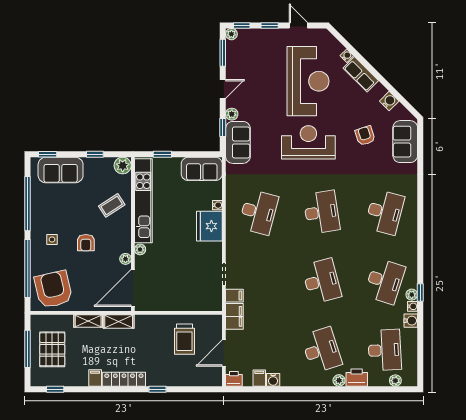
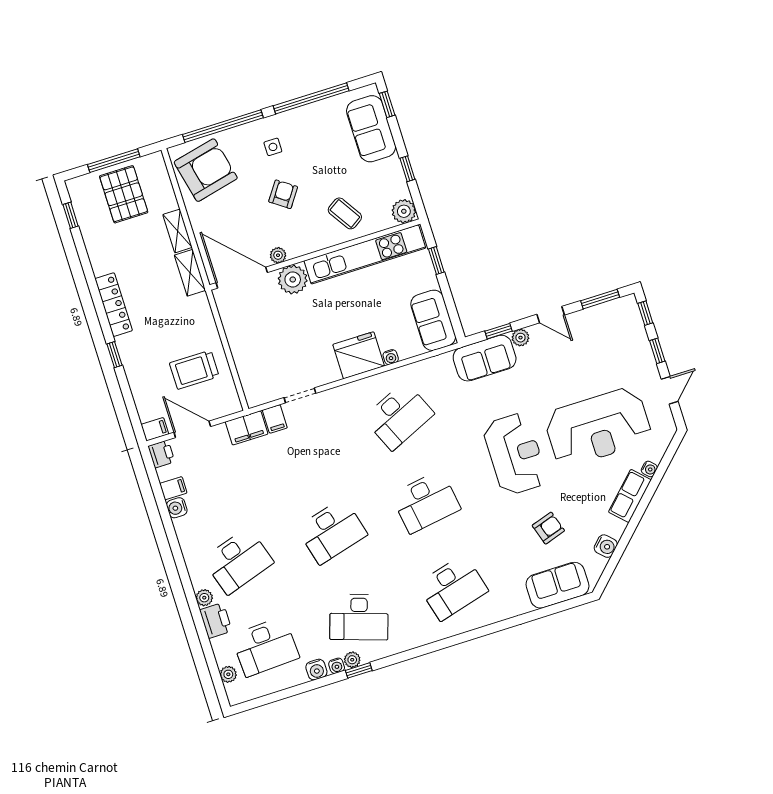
plant: (231, 34) -> (629, 303), removed
desk: (258, 212) -> (399, 416), turned -39
desk: (385, 212) -> (453, 588), turned -30
armchair: (86, 243) -> (283, 194), turned 125
plant: (140, 249) -> (293, 279), width x1.87, depth x1.87
pallet: (52, 349) -> (124, 194), turned 90
filing cabinet: (95, 378) -> (155, 429), moved

